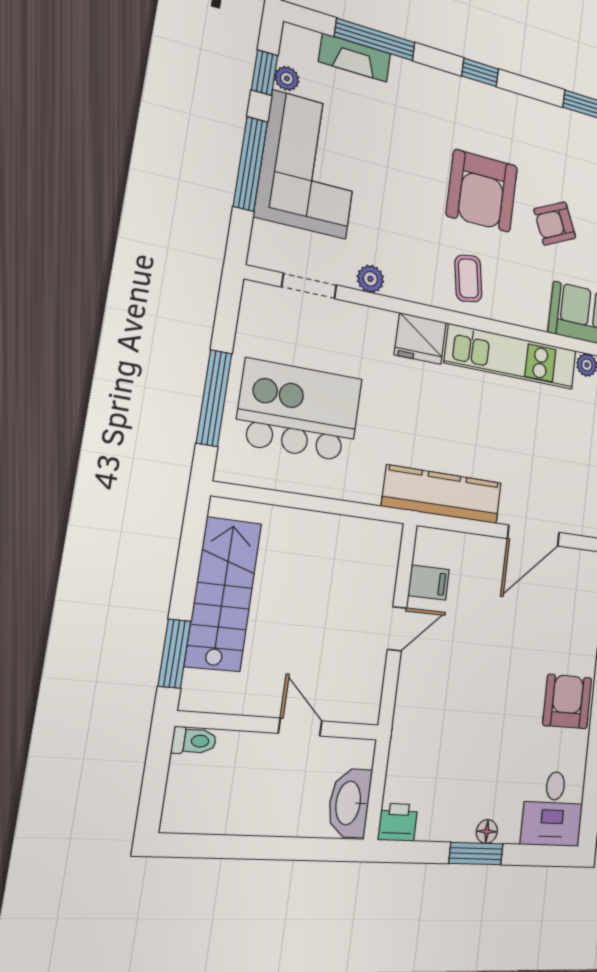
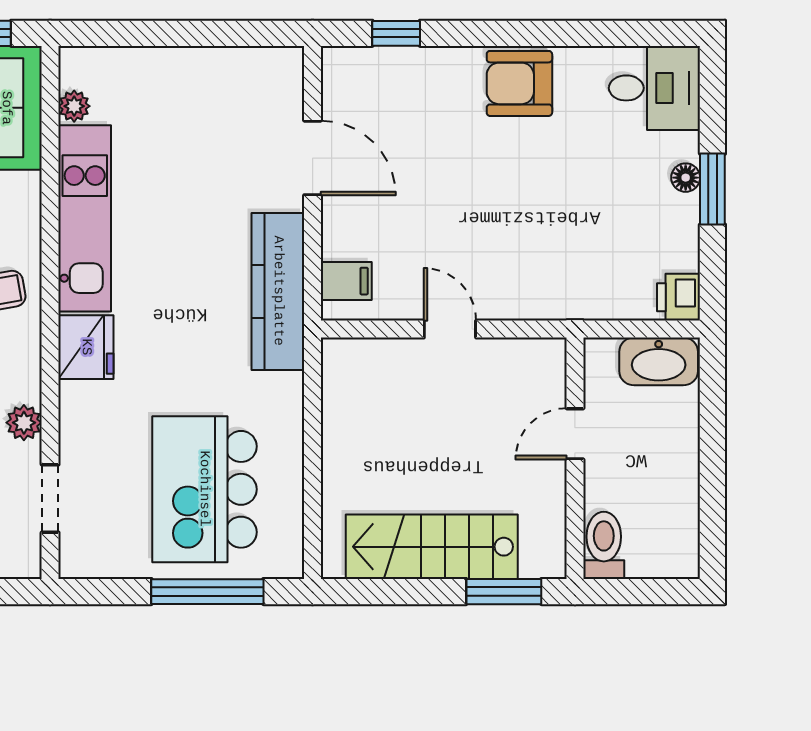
filing cabinet: (429, 583) -> (346, 281), moved, turned 90
toilet: (194, 741) -> (604, 545), width x1.37, depth x1.39

